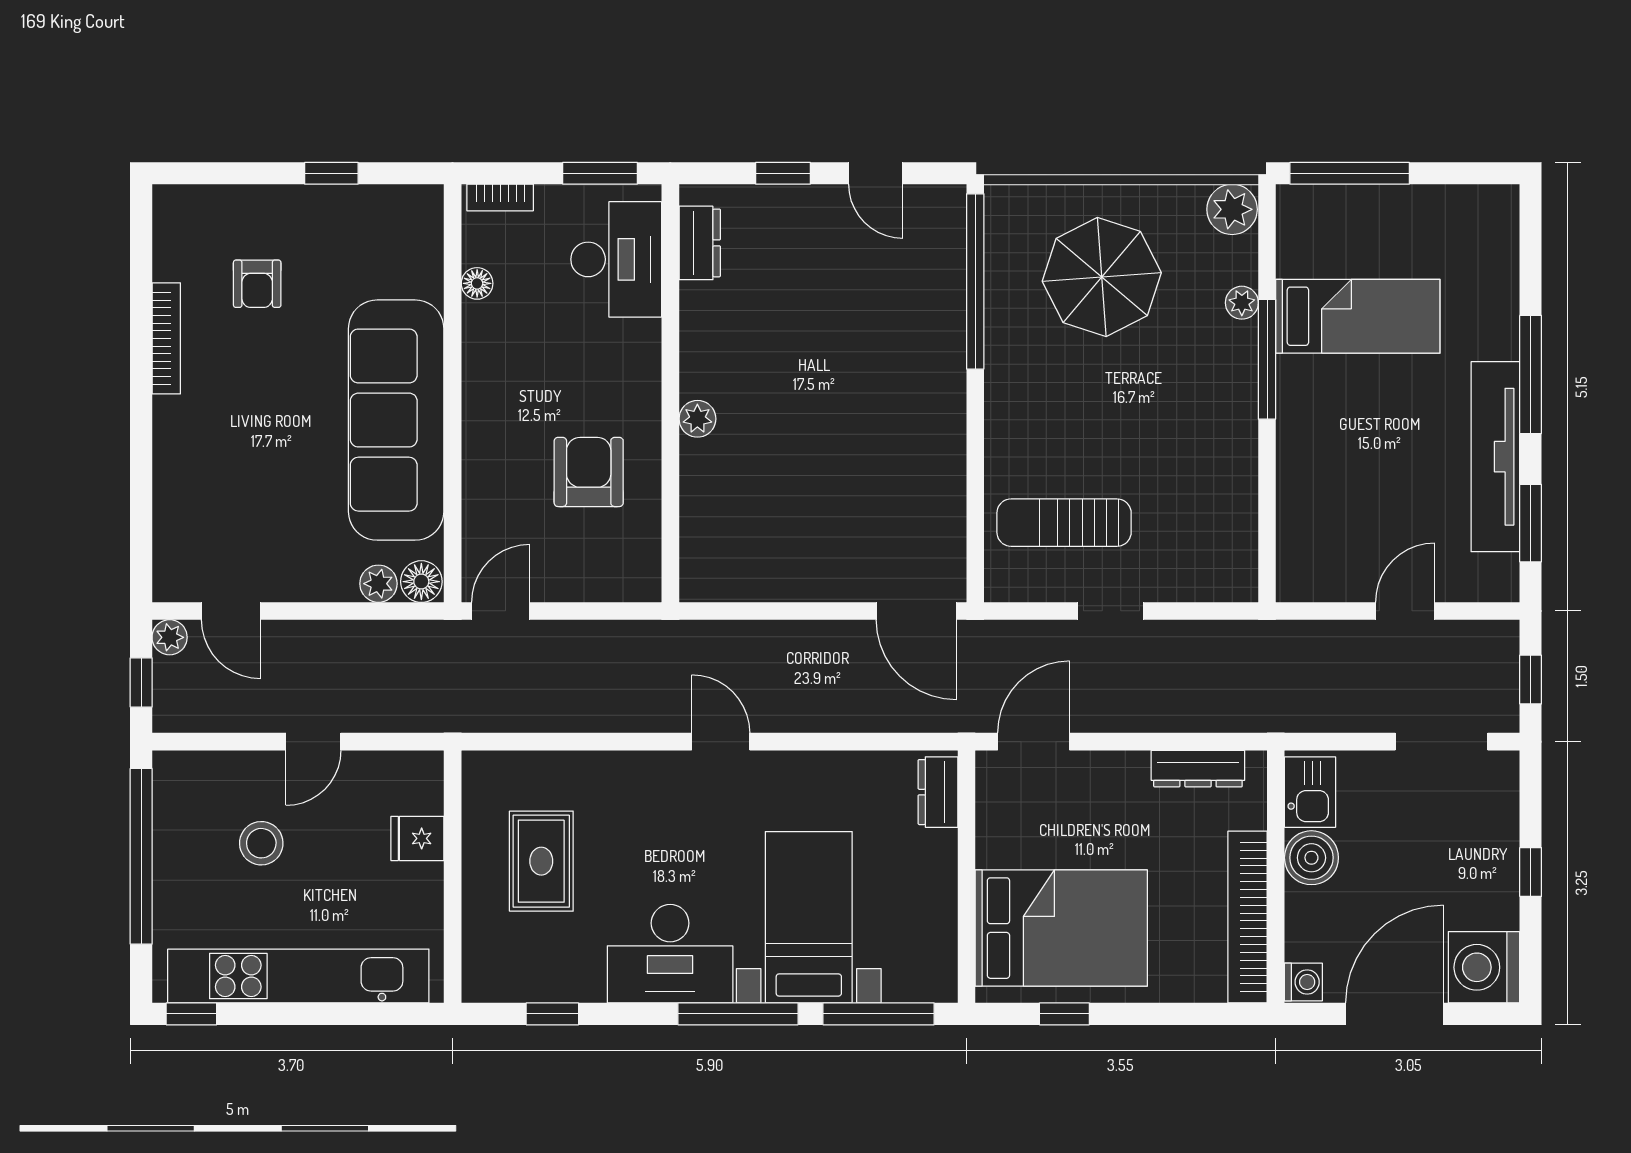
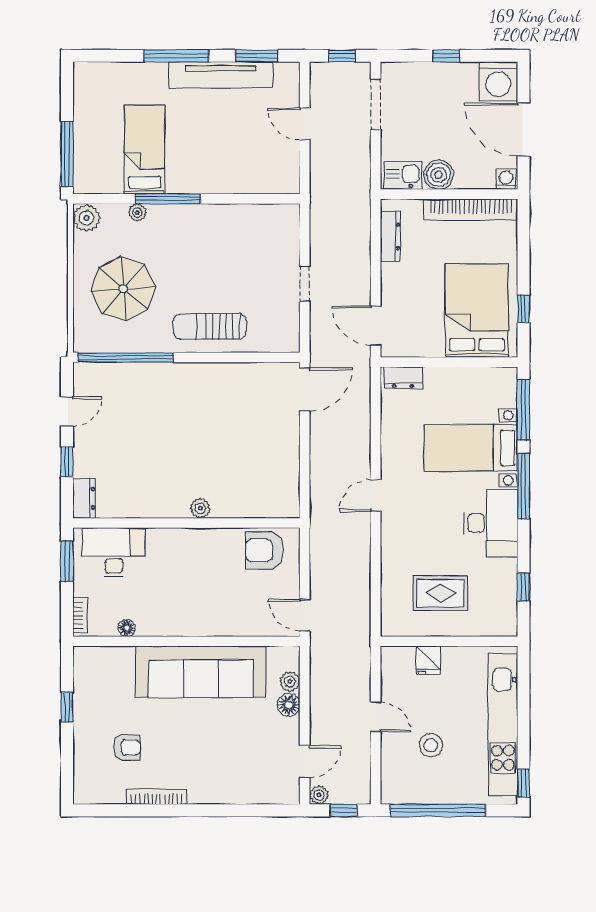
dresser: (700, 243) -> (84, 498), moved, turned 90
armchair: (589, 472) -> (264, 550), moved
sun lounger: (1064, 523) -> (210, 326), moved, turned 90
floor lamp: (421, 582) -> (289, 705), moved

